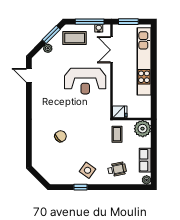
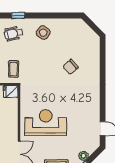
window: (80, 187) -> (18, 15), moved

